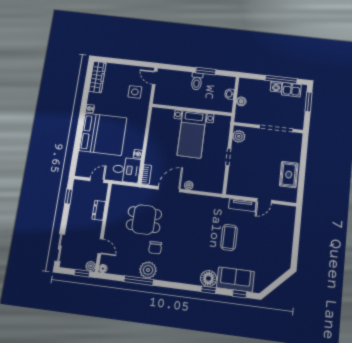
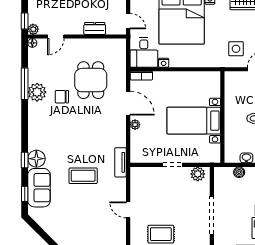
tv unit: (242, 205) -> (120, 162), moved

